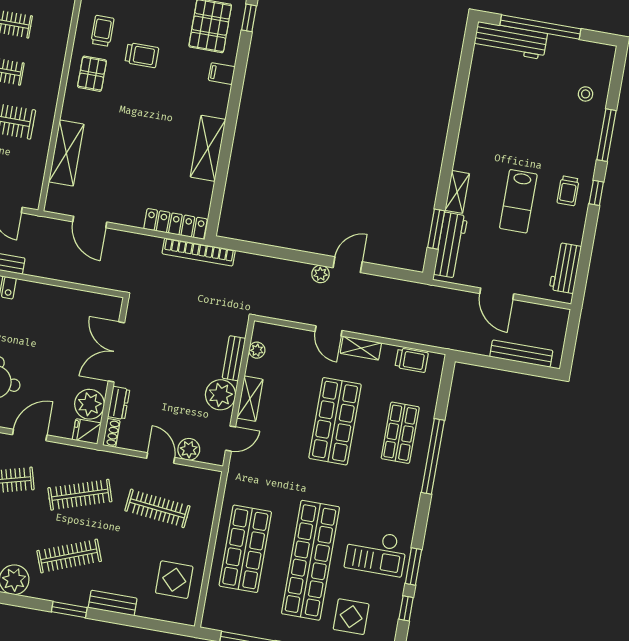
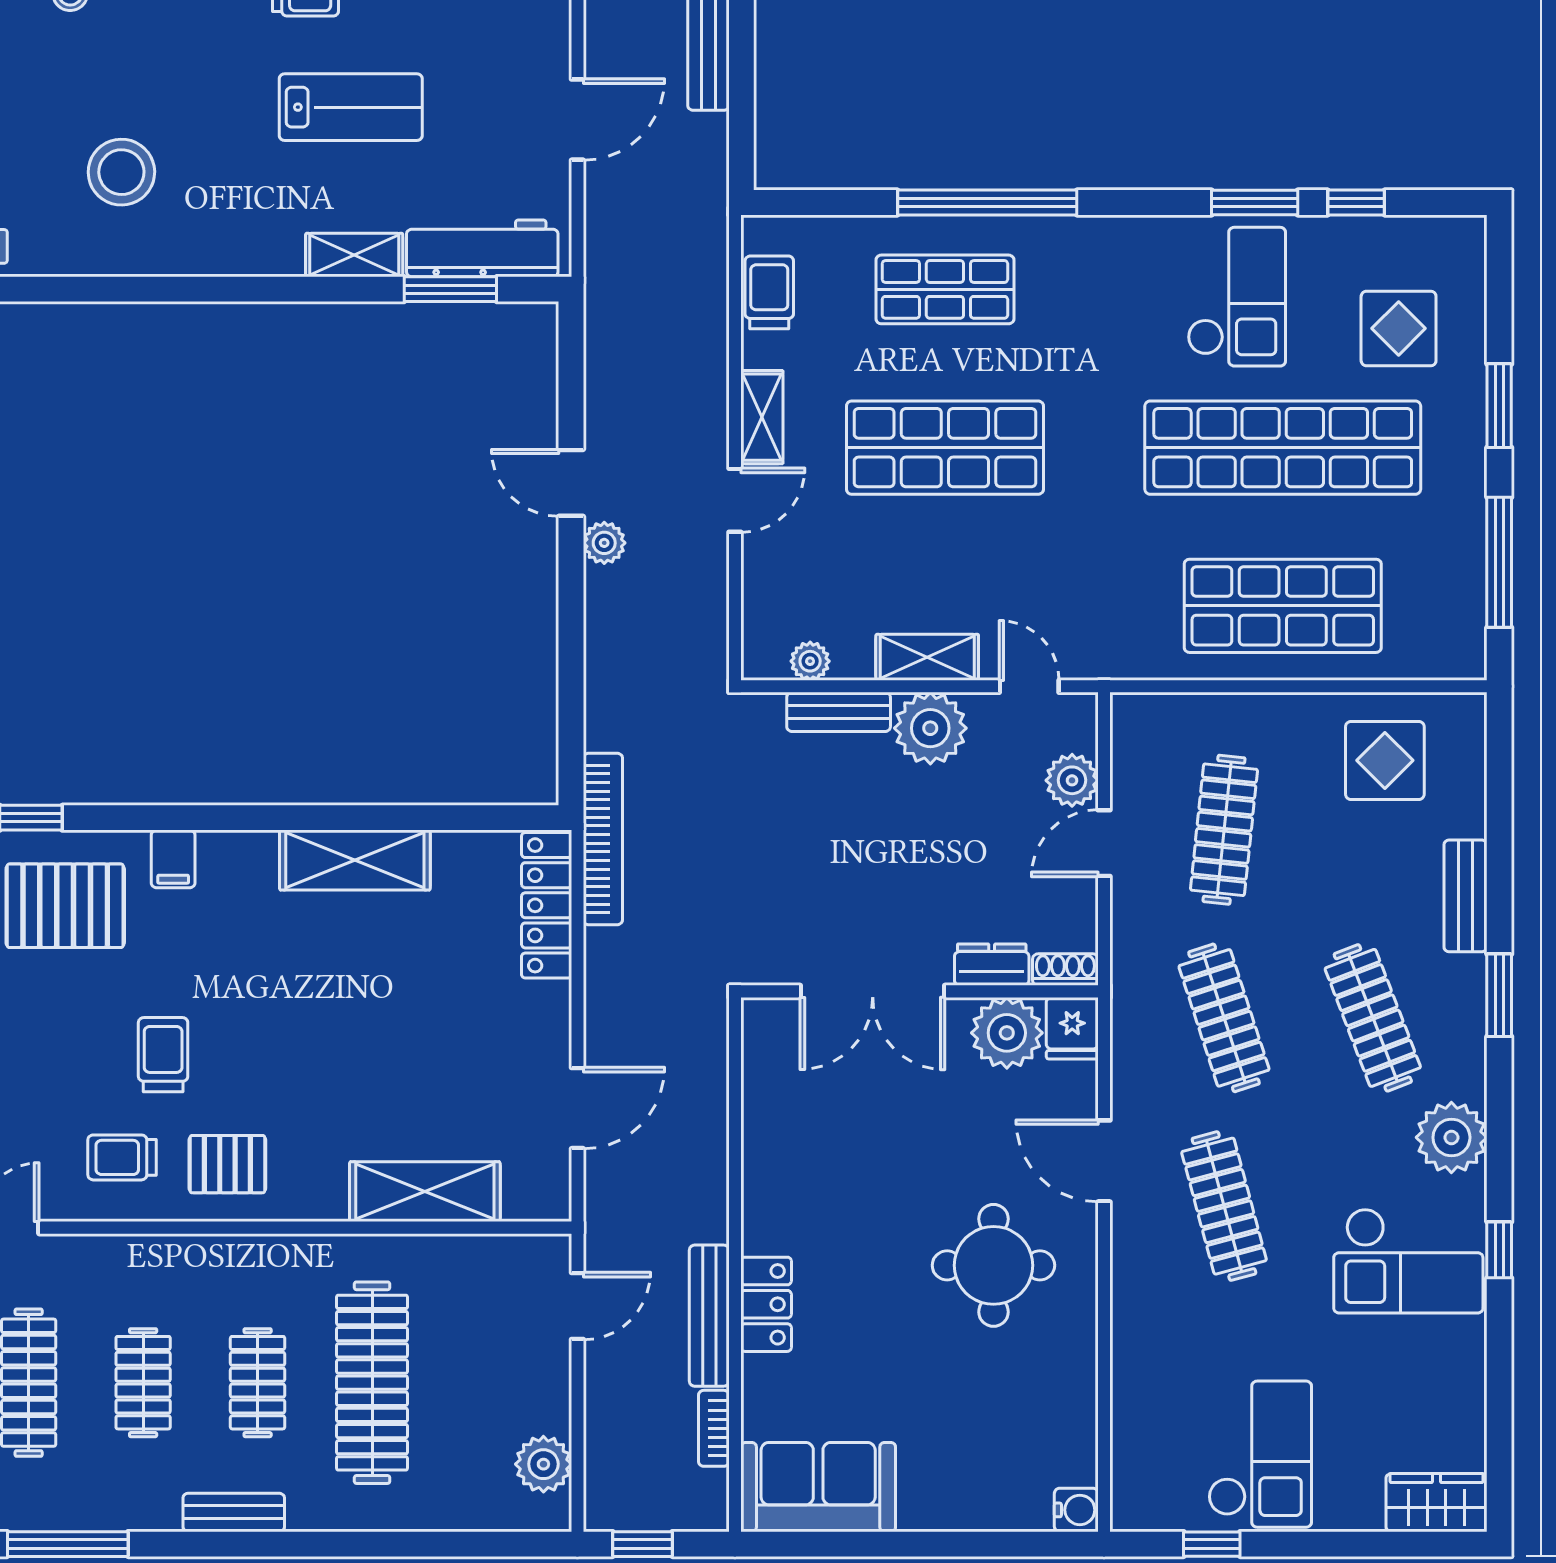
stool: (508, 102) -> (121, 172), added

